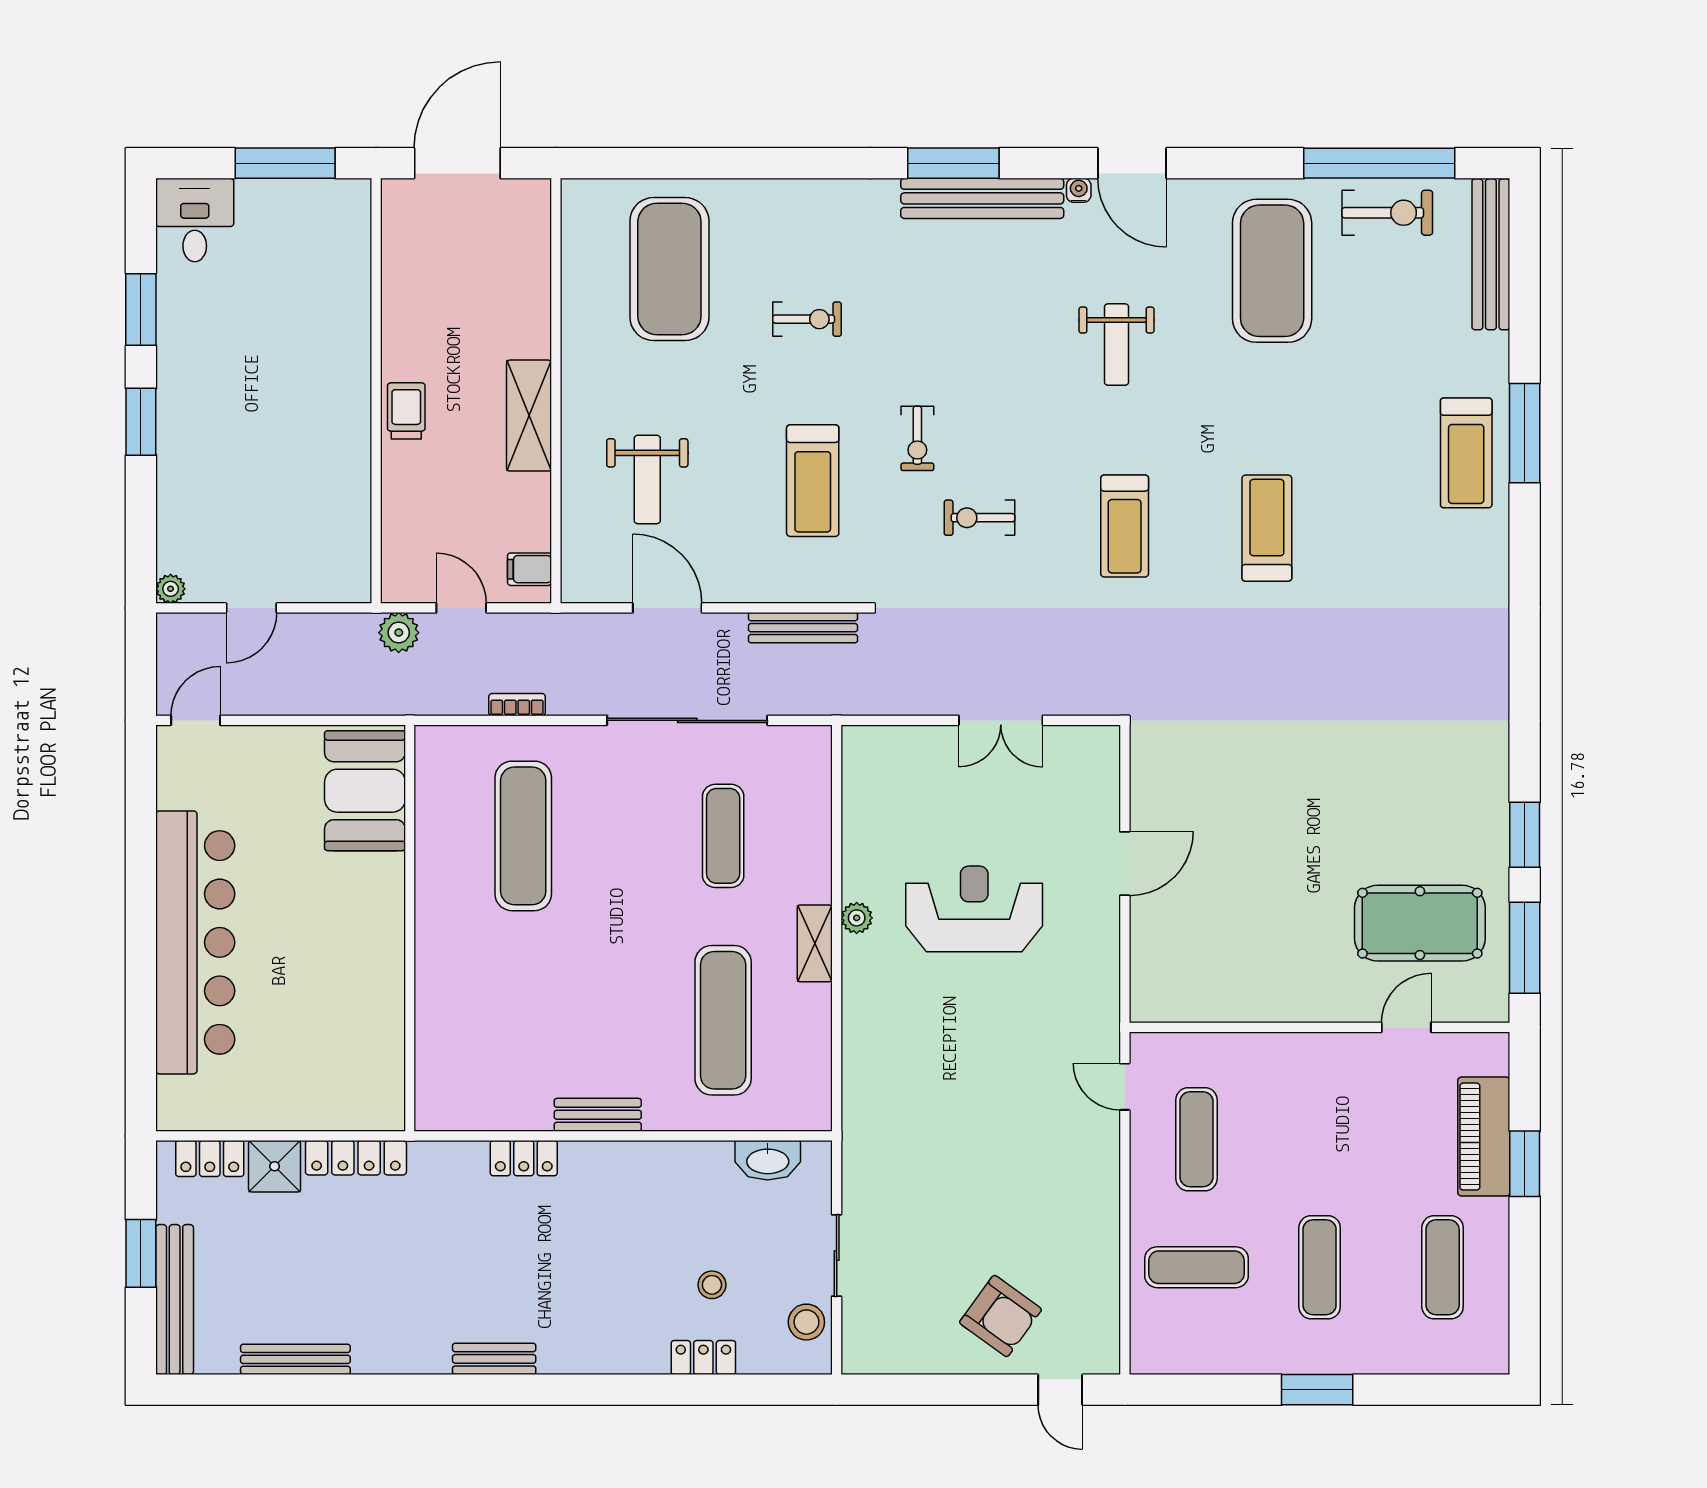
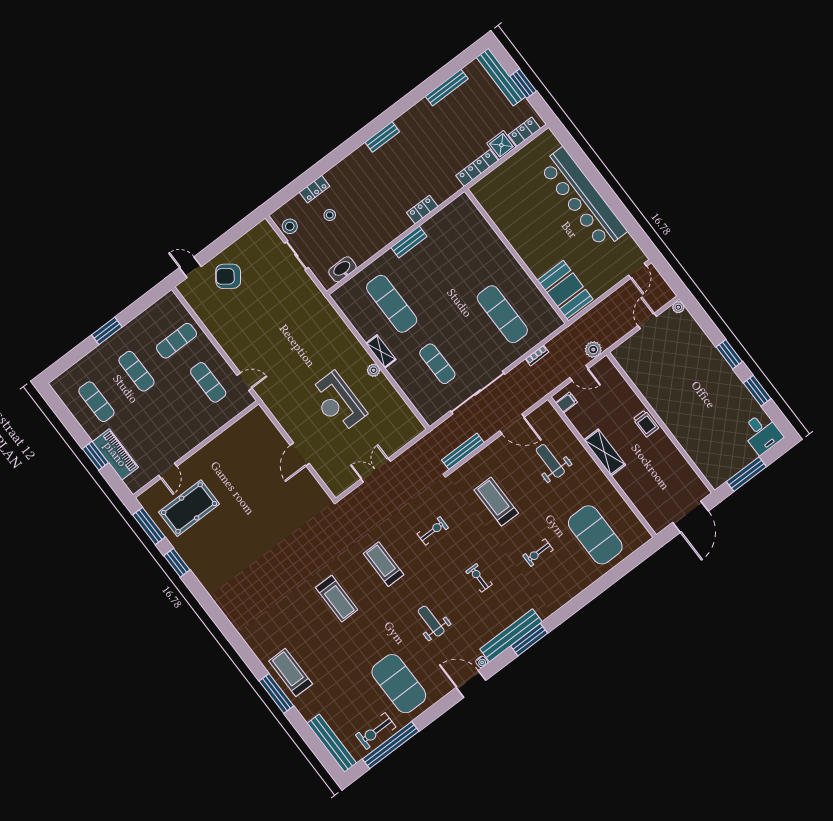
exercise bike: (917, 438) -> (479, 578), moved
reception desk: (974, 909) -> (338, 402), turned 90

